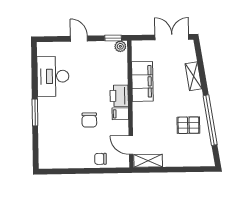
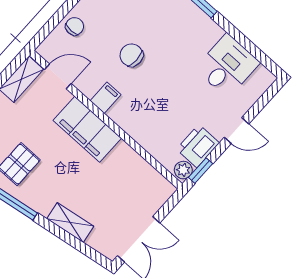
desk: (53, 76) -> (227, 66), width x0.73
filing cabinet: (142, 81) -> (87, 129), moved
printer: (119, 96) -> (198, 146), moved, turned -90

